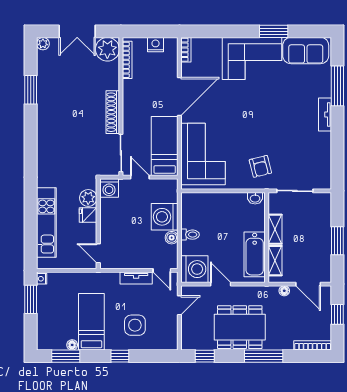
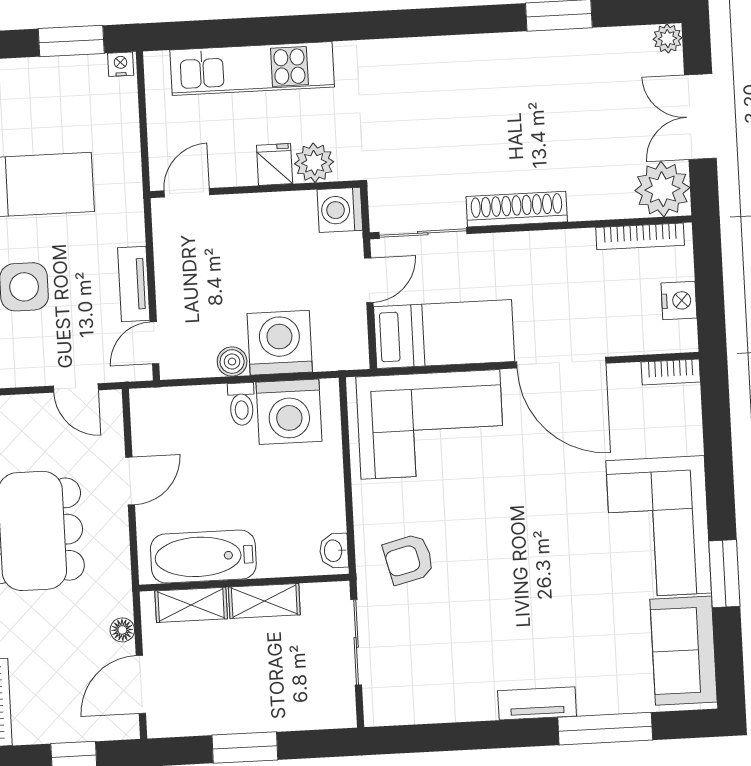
washing machine: (194, 269) -> (289, 412), moved

